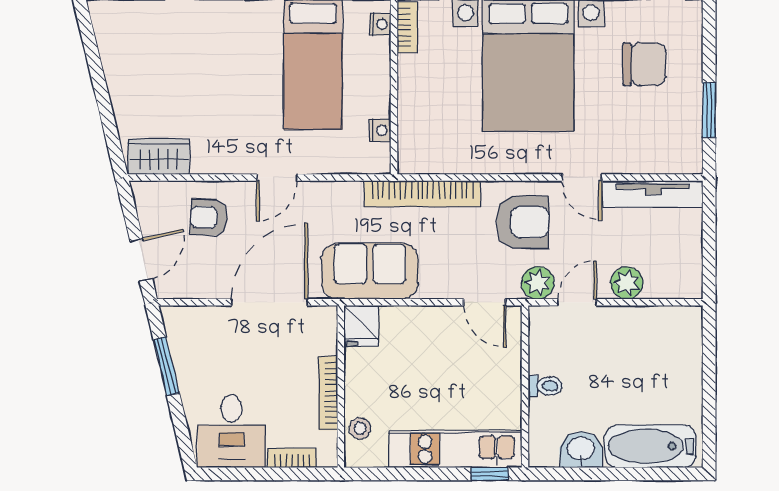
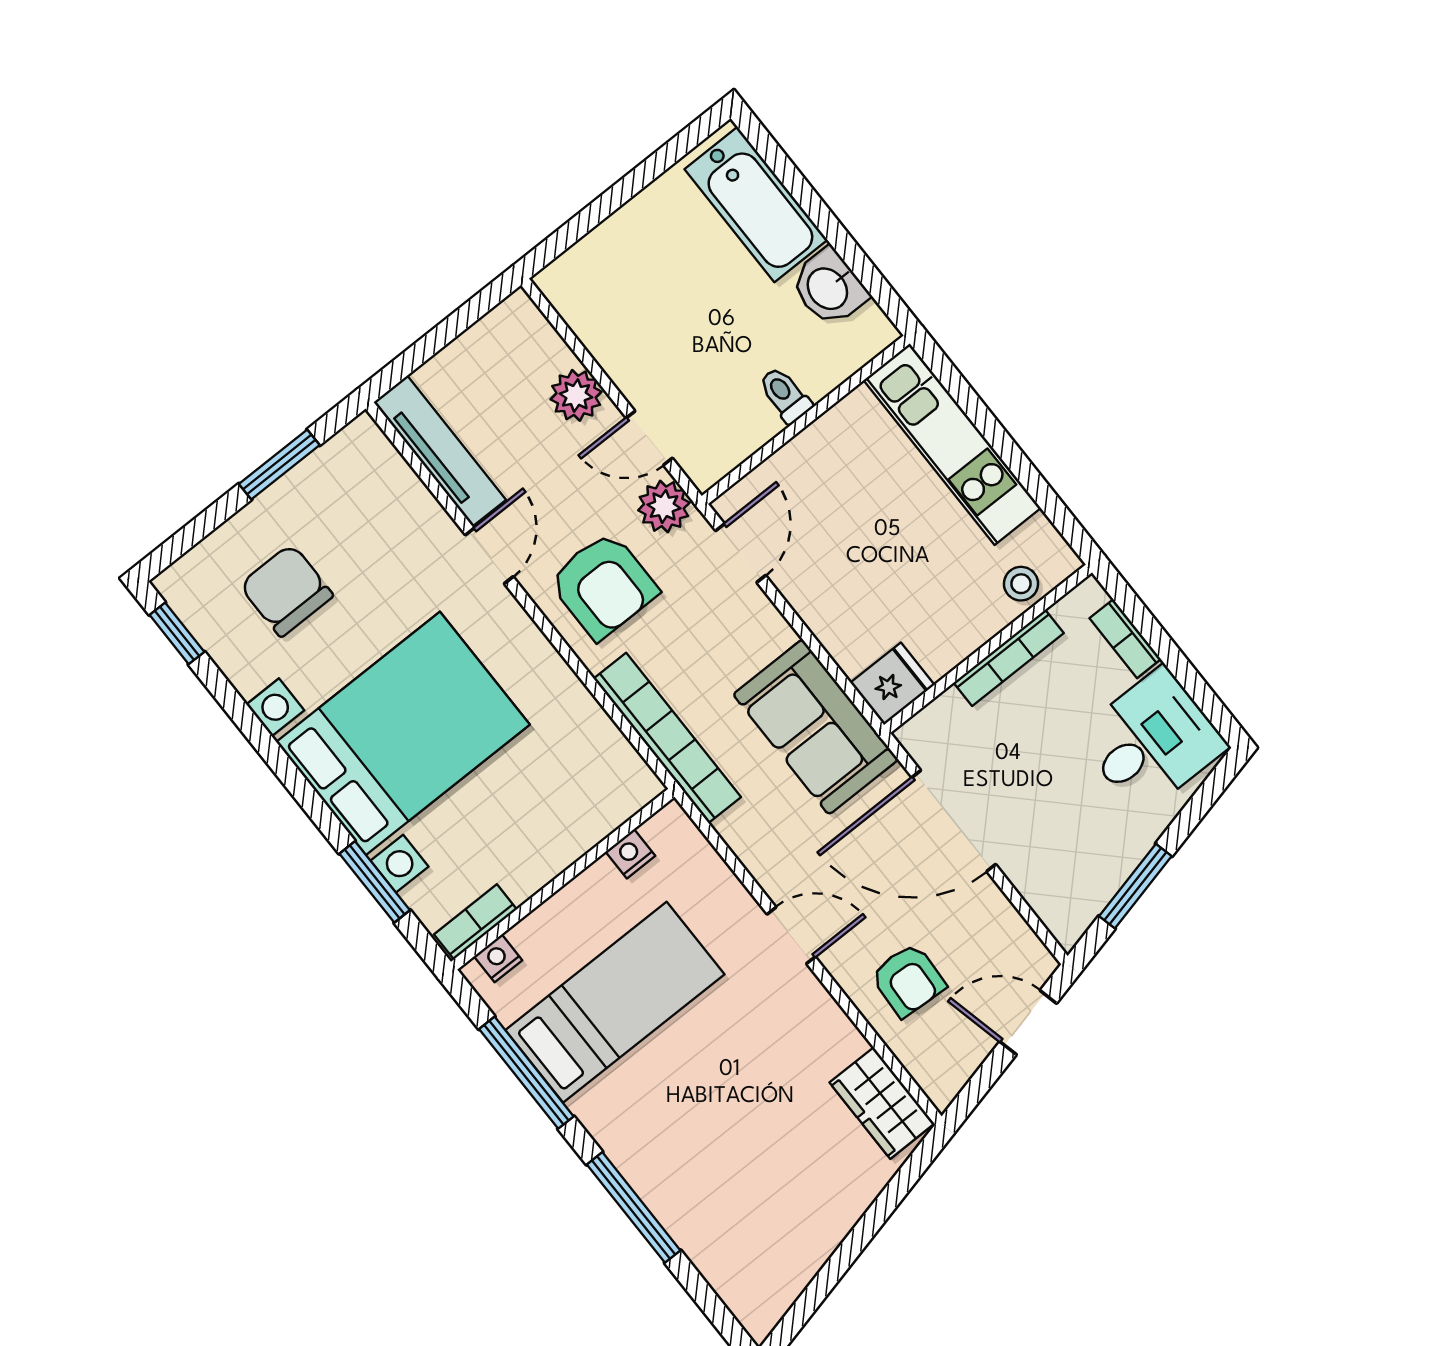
armchair: (523, 222) -> (603, 586), turned 180
window: (490, 474) -> (949, 377), removed

